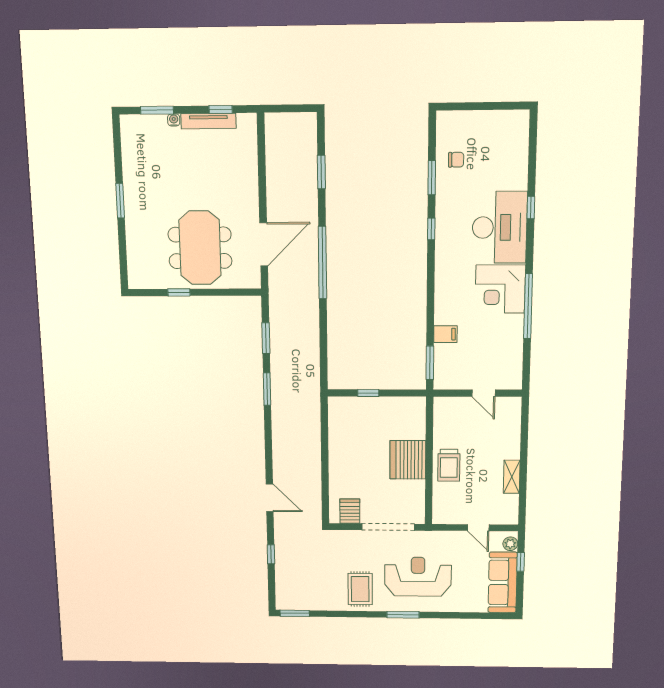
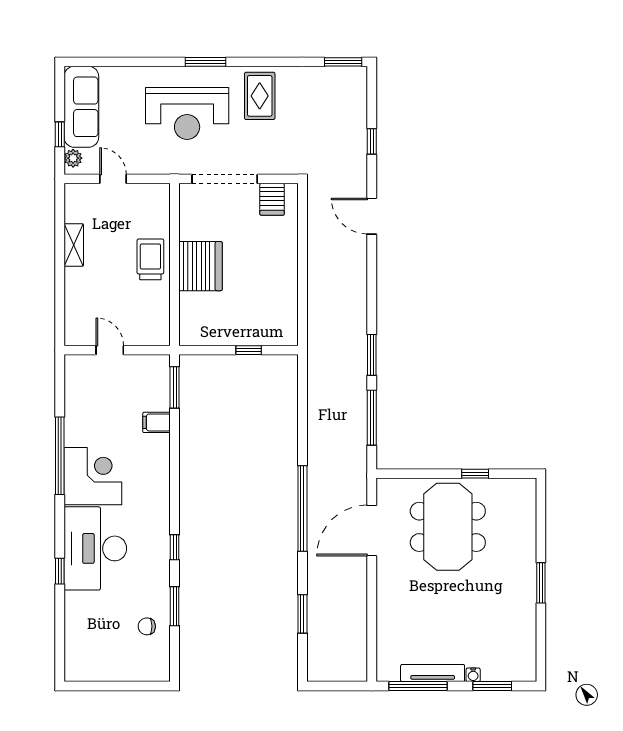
window: (221, 109) -> (418, 686), width x2.17
window: (266, 338) -> (372, 418), width x1.44

